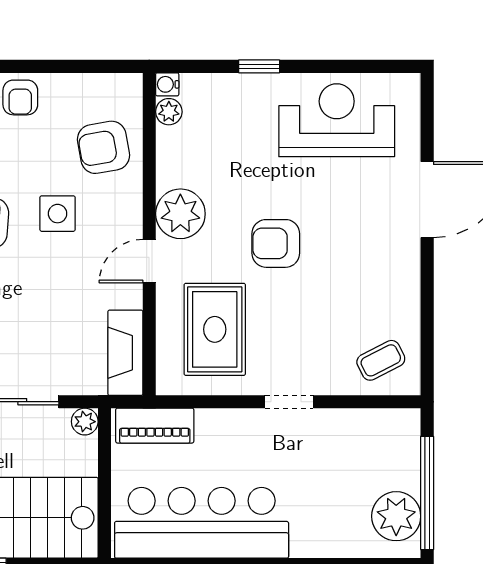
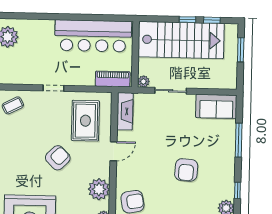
side table: (58, 214) -> (153, 173), removed
plant: (180, 214) -> (99, 189), moved
armchair: (276, 243) -> (58, 158), turned -45

